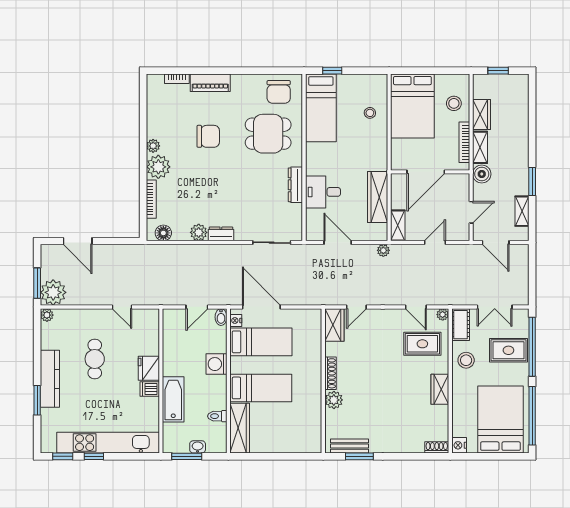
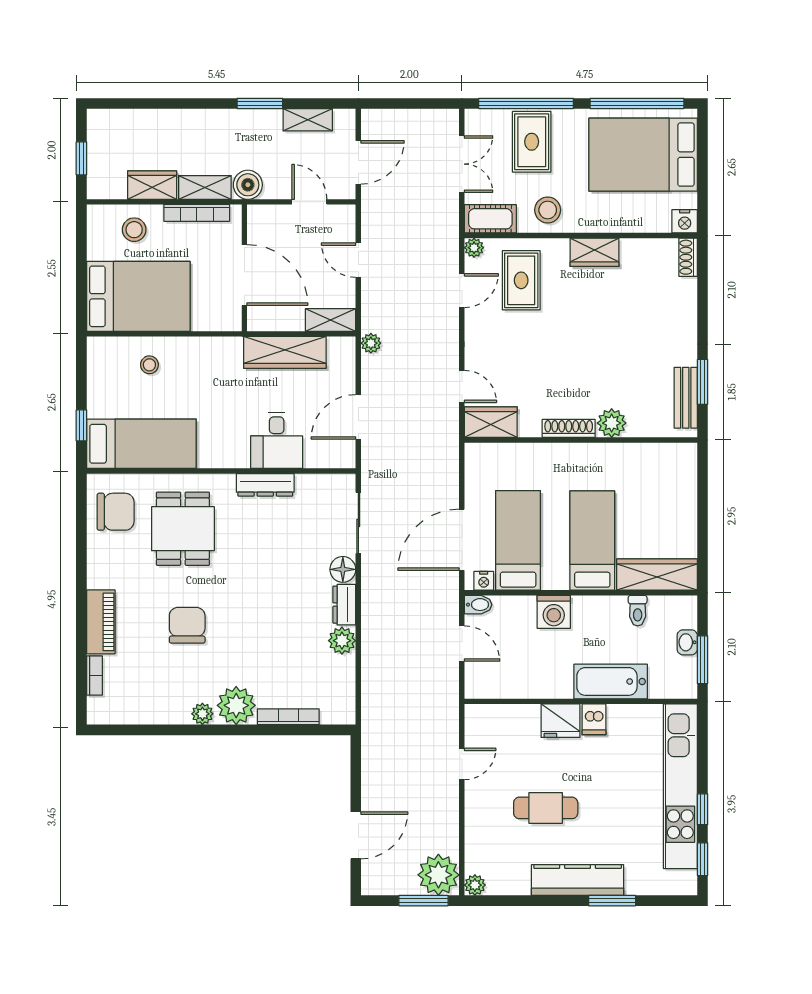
floor lamp: (163, 233) -> (343, 569), moved

